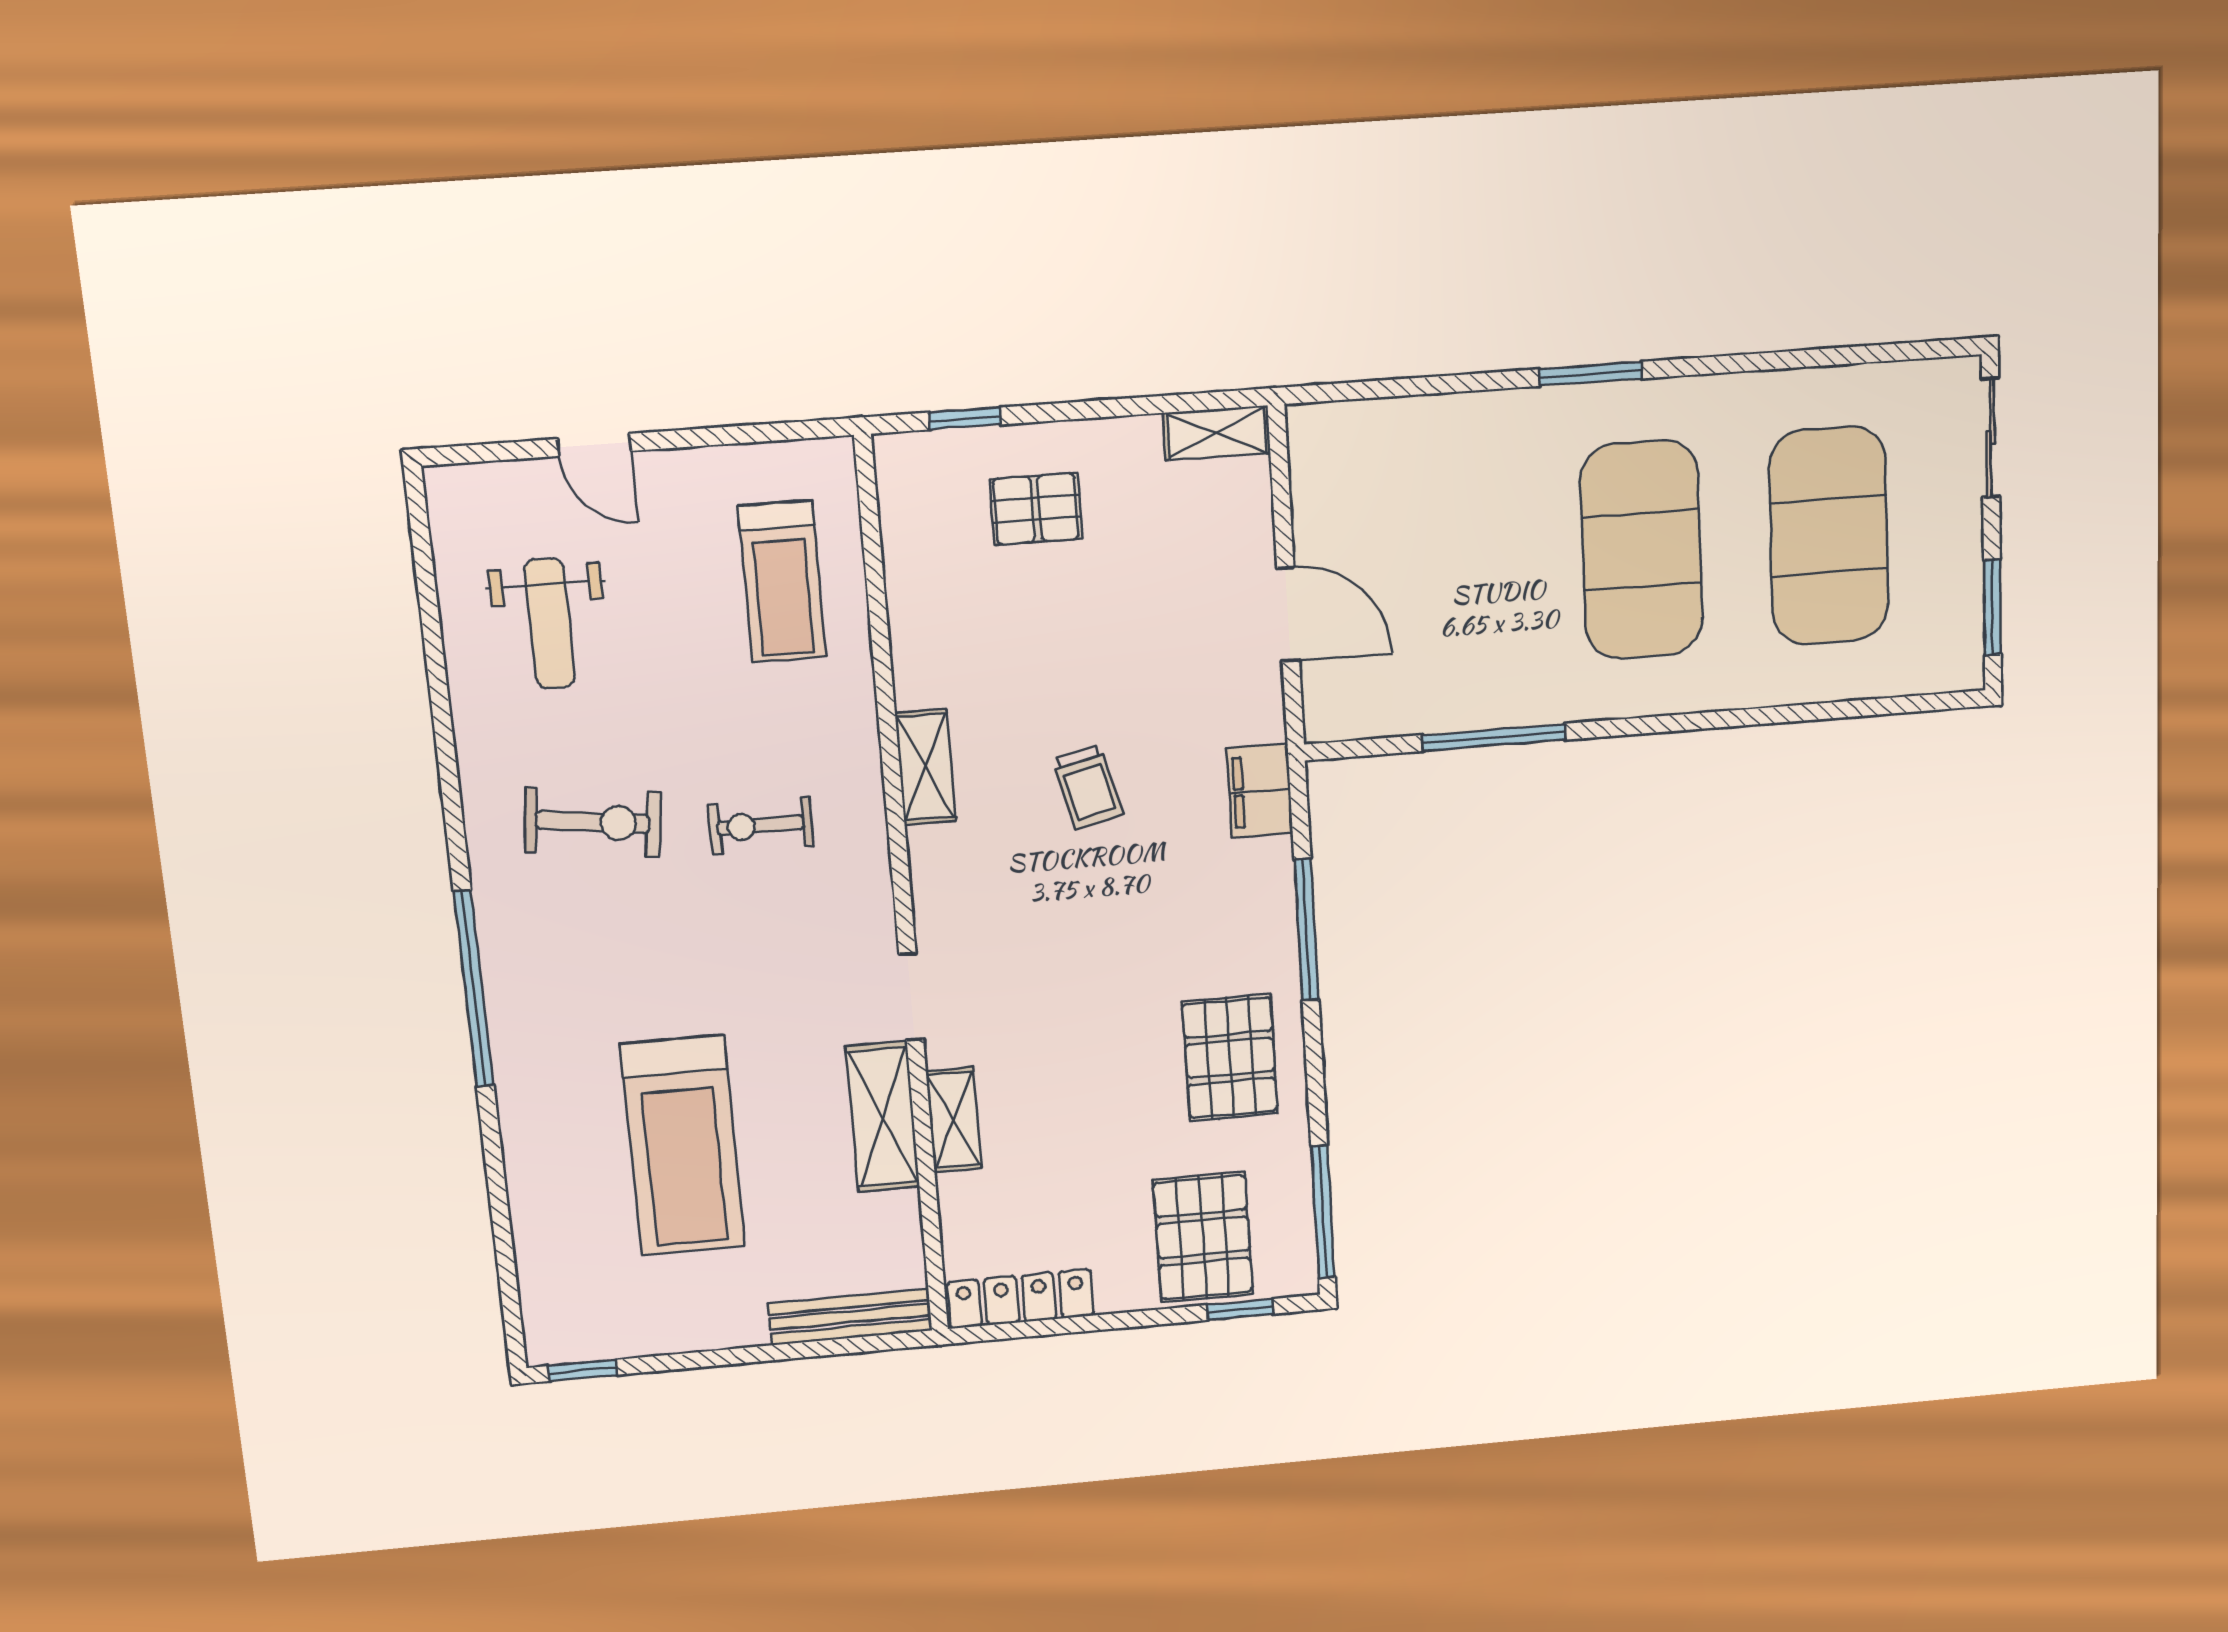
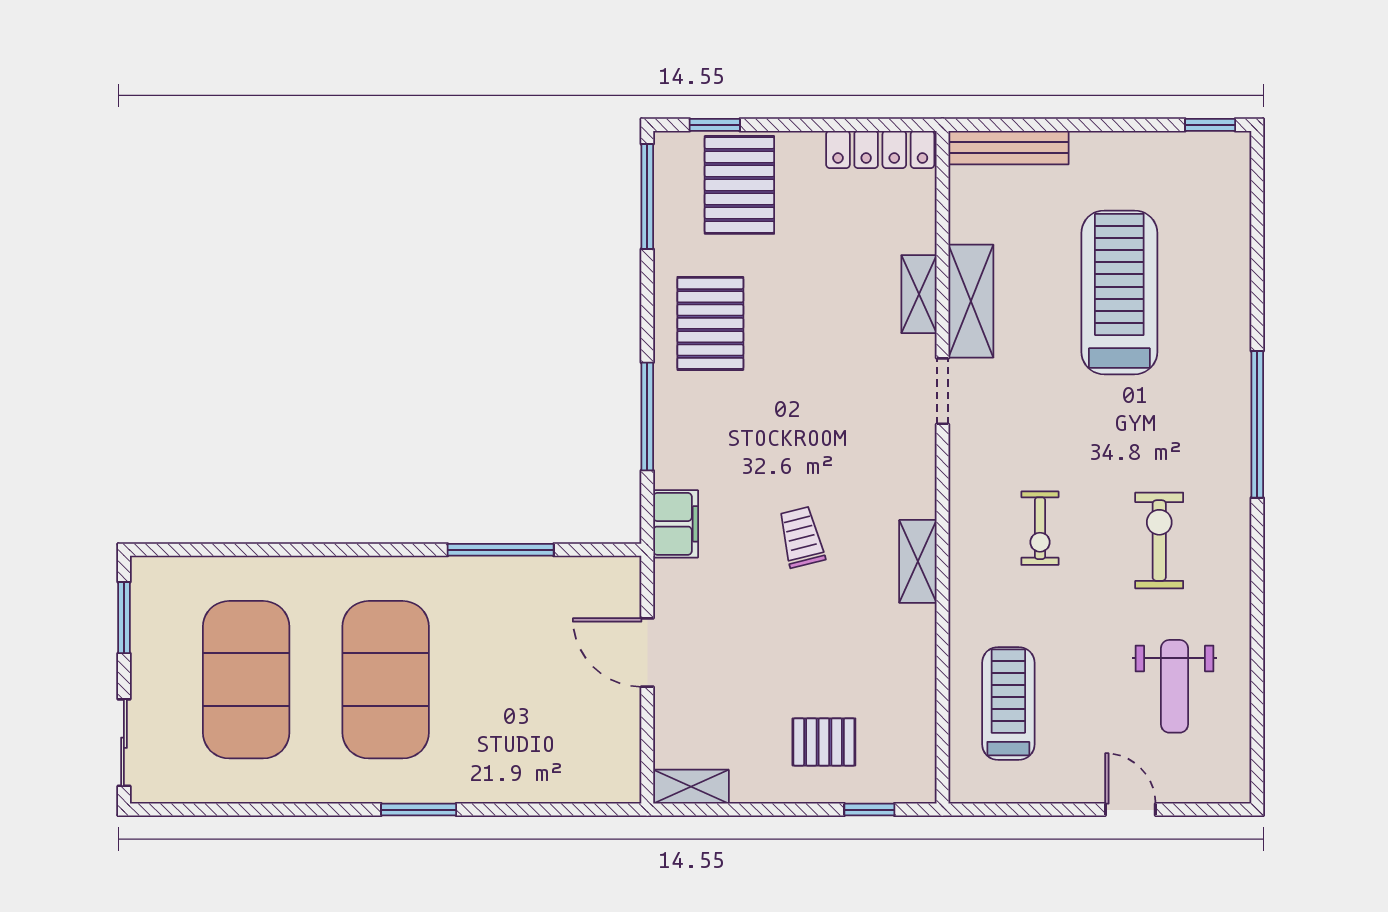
weight bench: (550, 623) -> (1174, 686), turned 180
exercise bike: (593, 822) -> (1159, 541), turned 83
exercise bike: (761, 825) -> (1040, 528), turned 90

